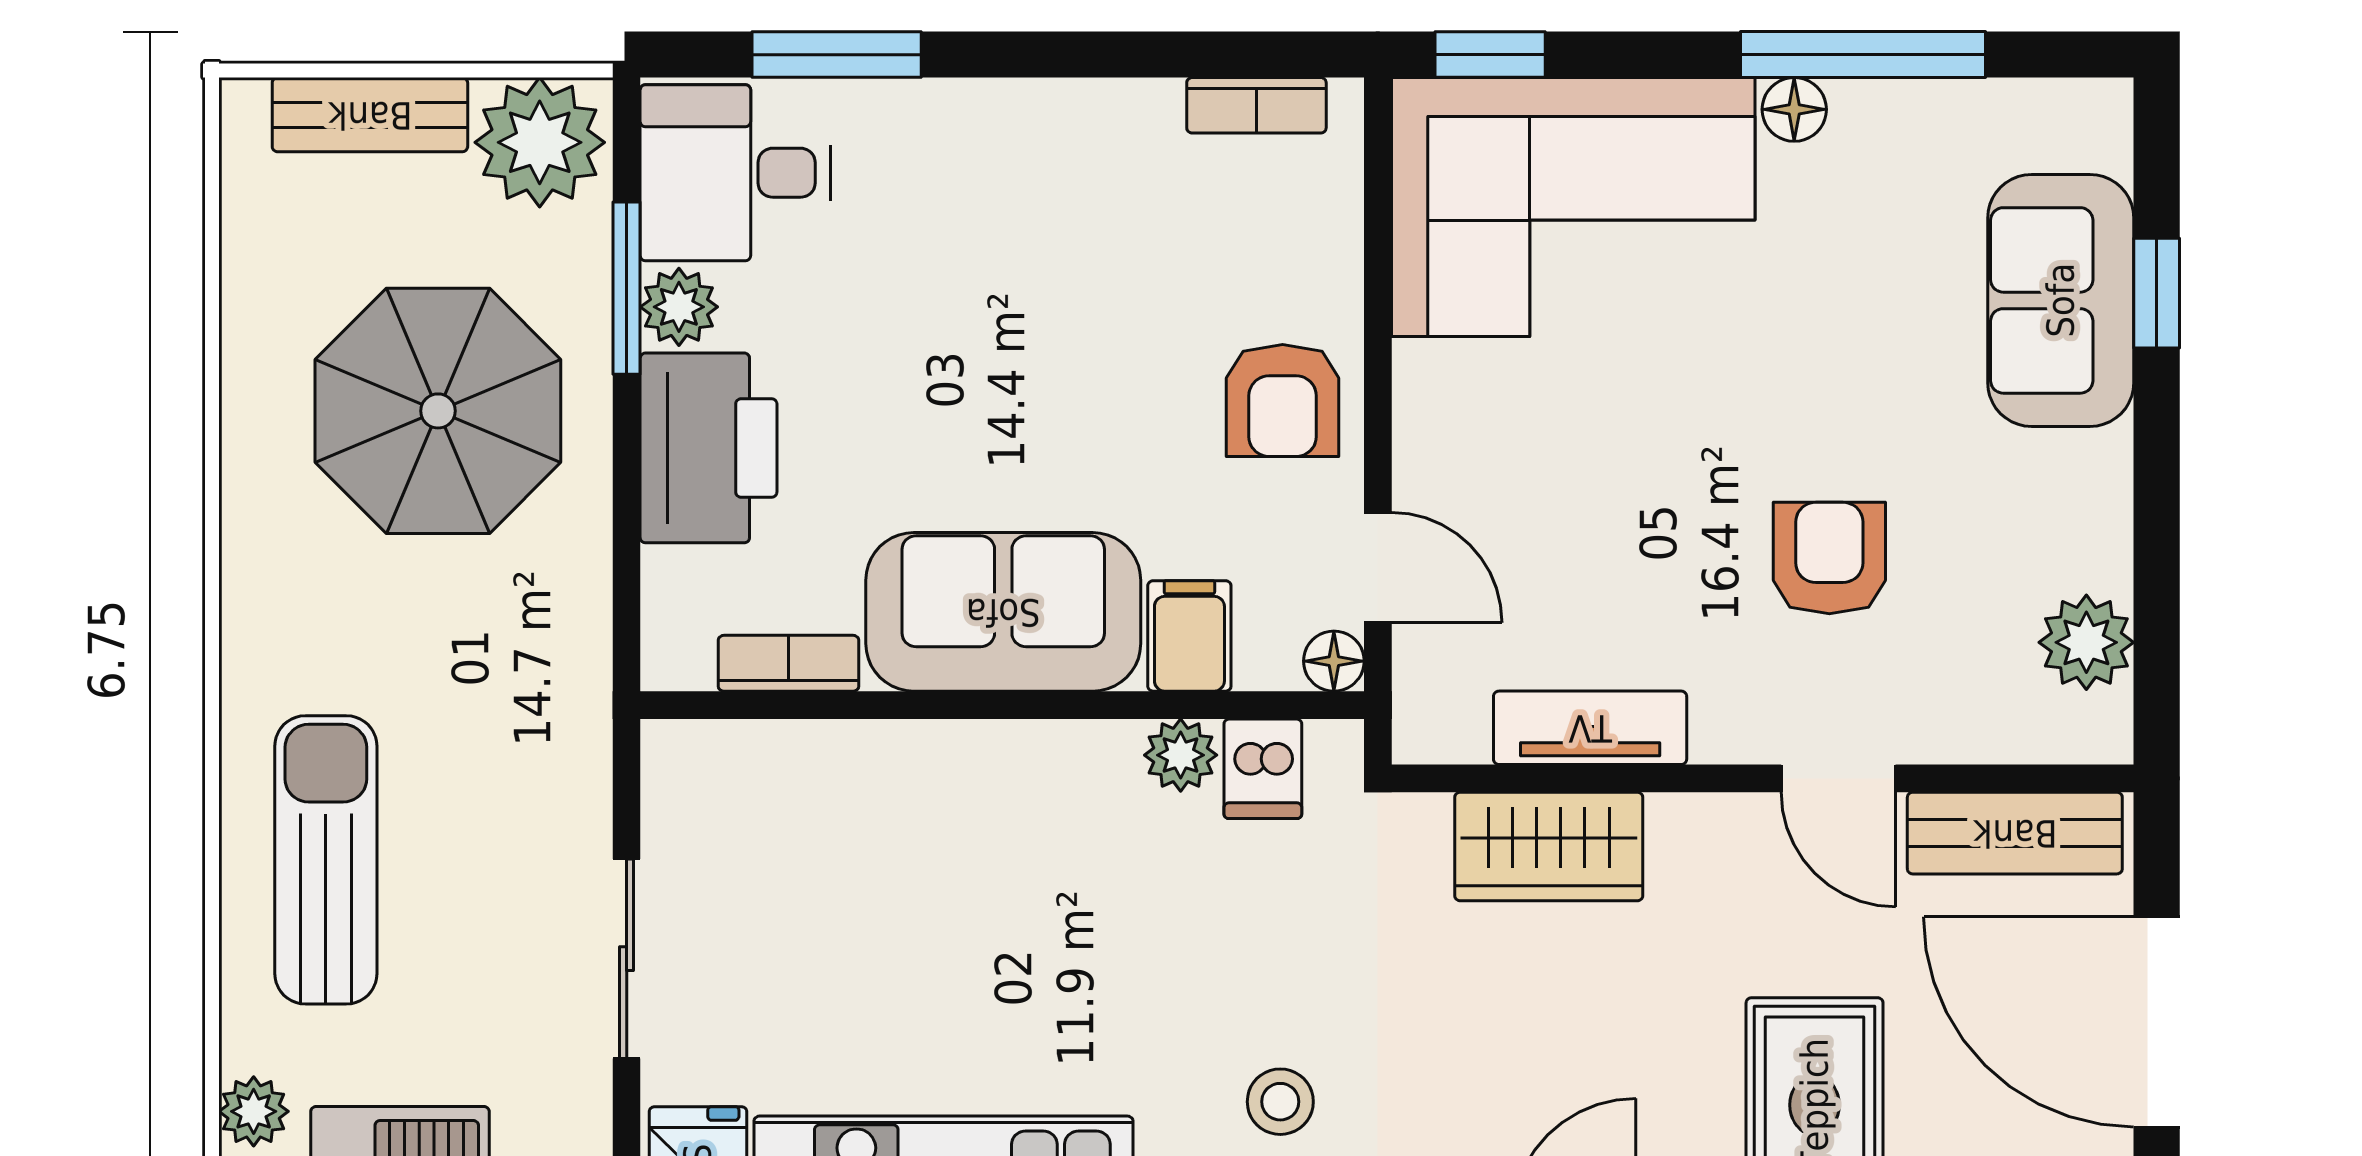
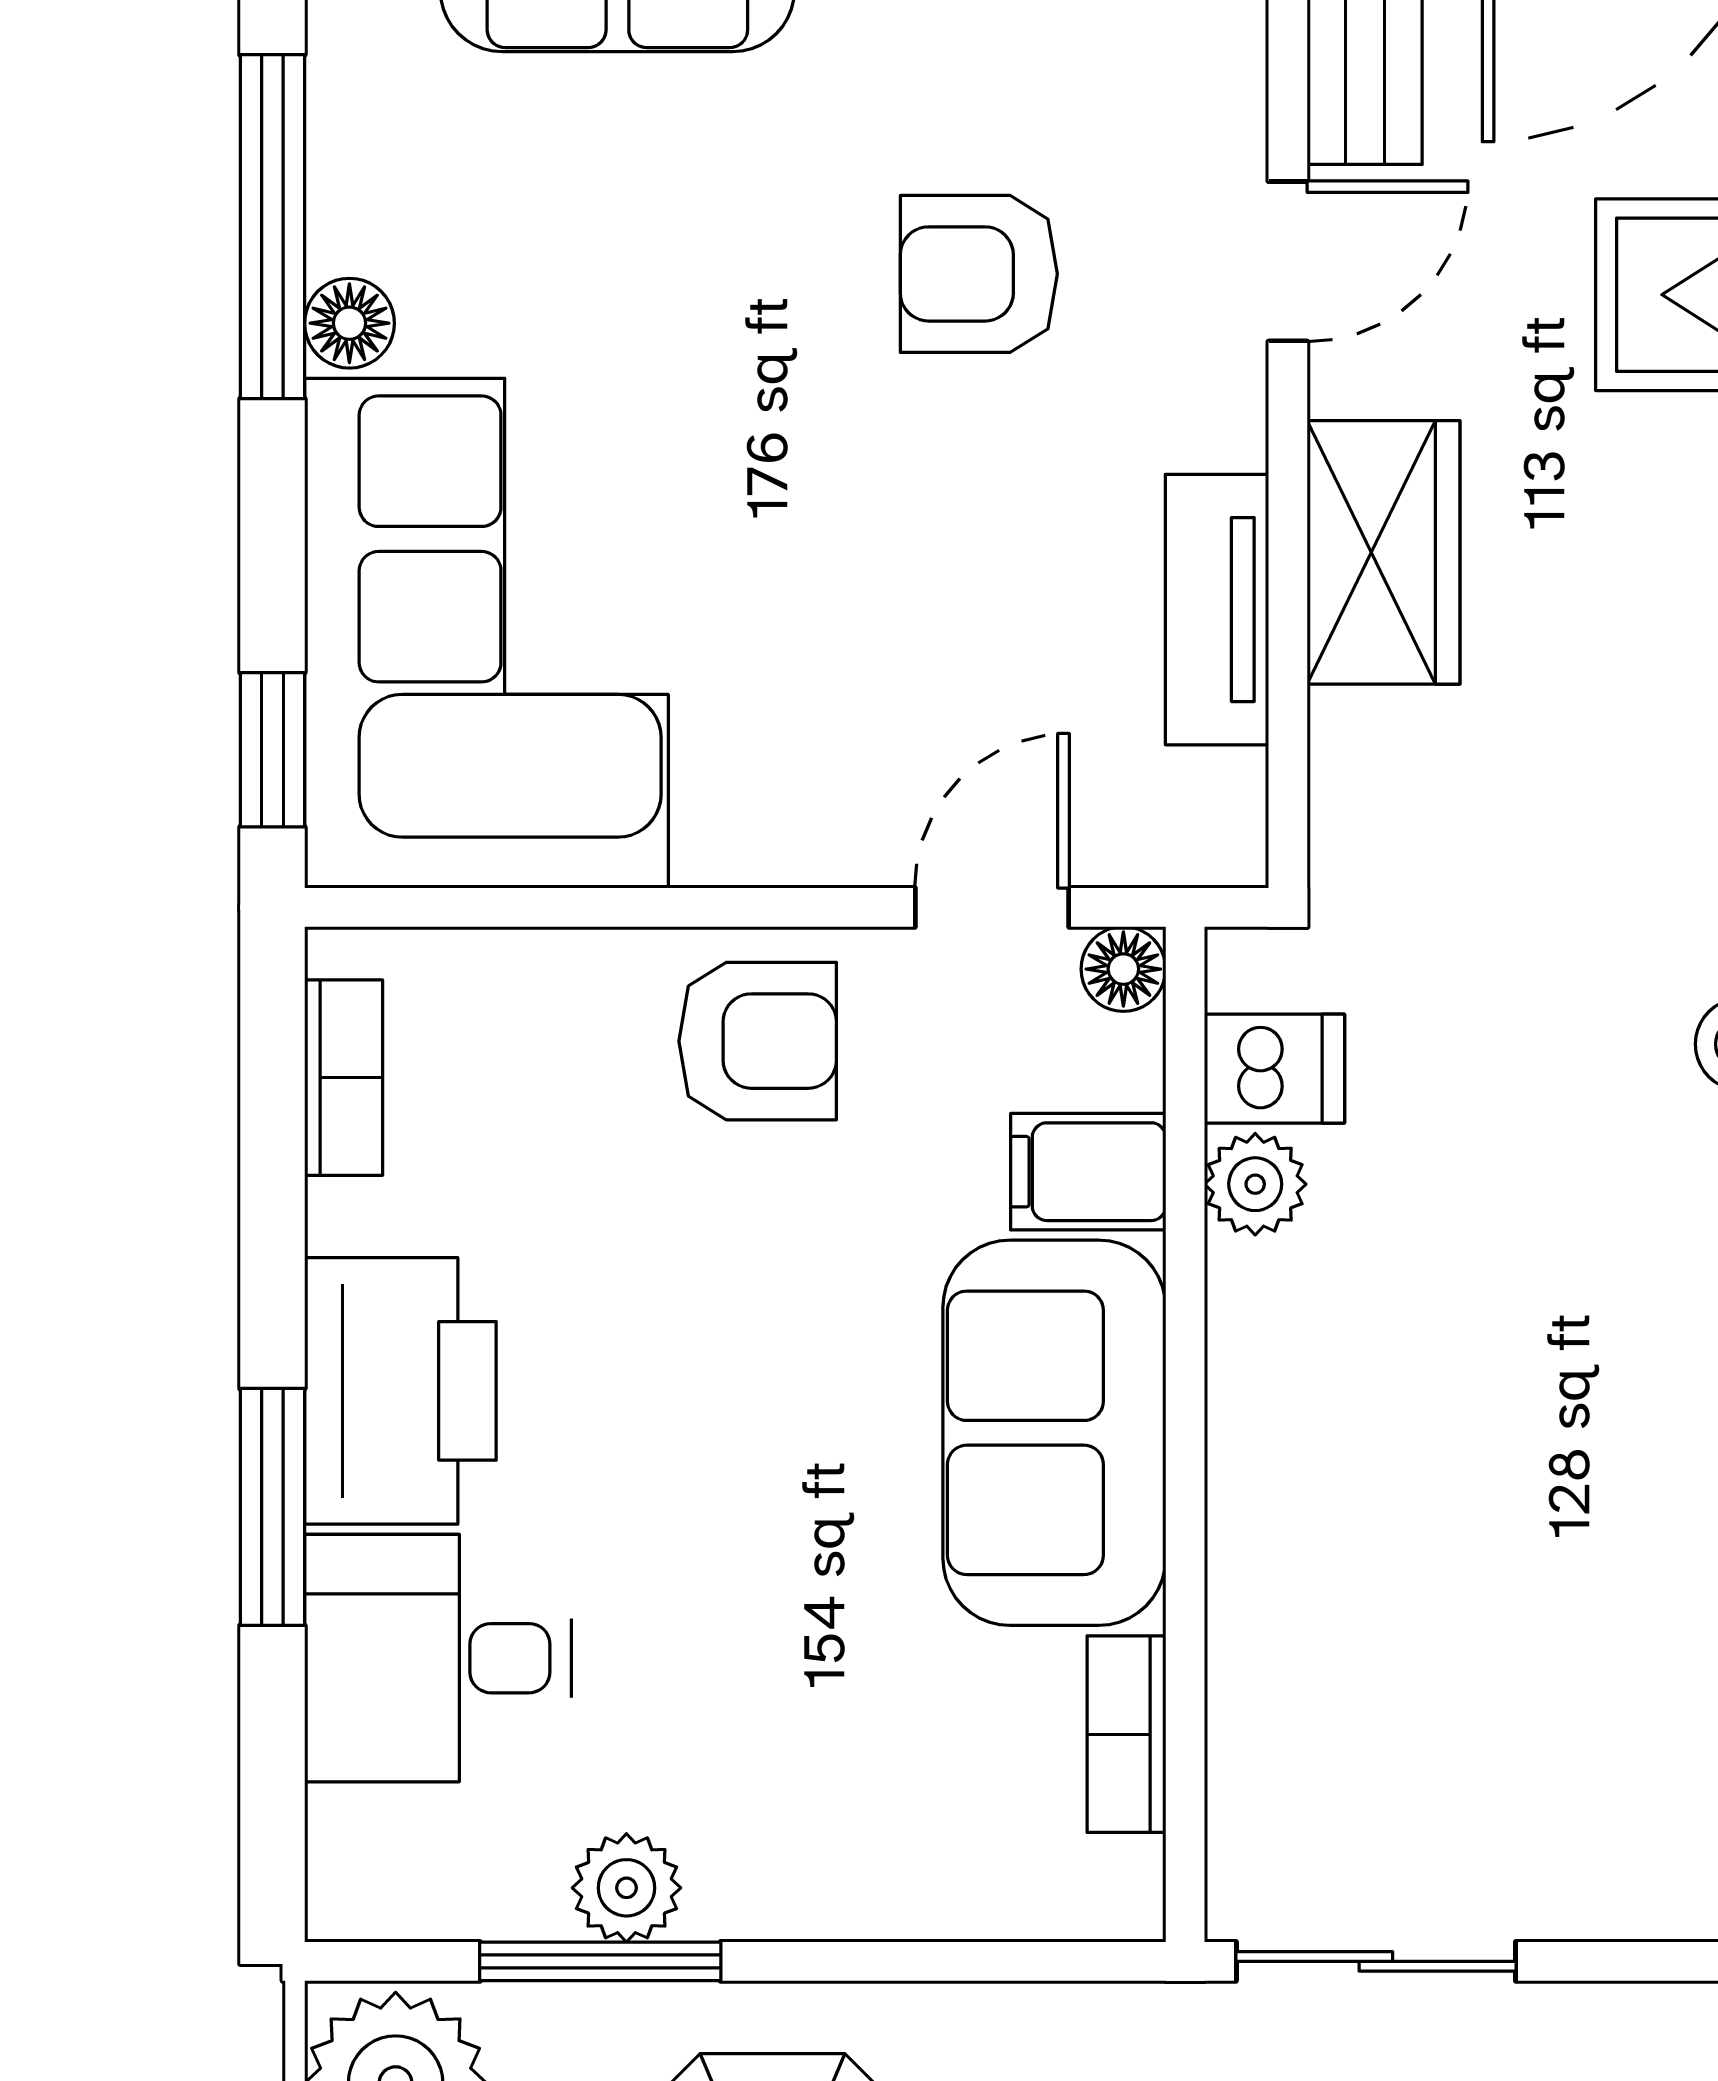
window: (837, 55) -> (272, 1507), moved
desk: (735, 173) -> (438, 1658), moved, turned 90
printer: (709, 448) -> (400, 1391), moved, turned 90
wardrobe: (1549, 847) -> (1384, 552), moved
sliding door: (627, 959) -> (1376, 1961), moved

